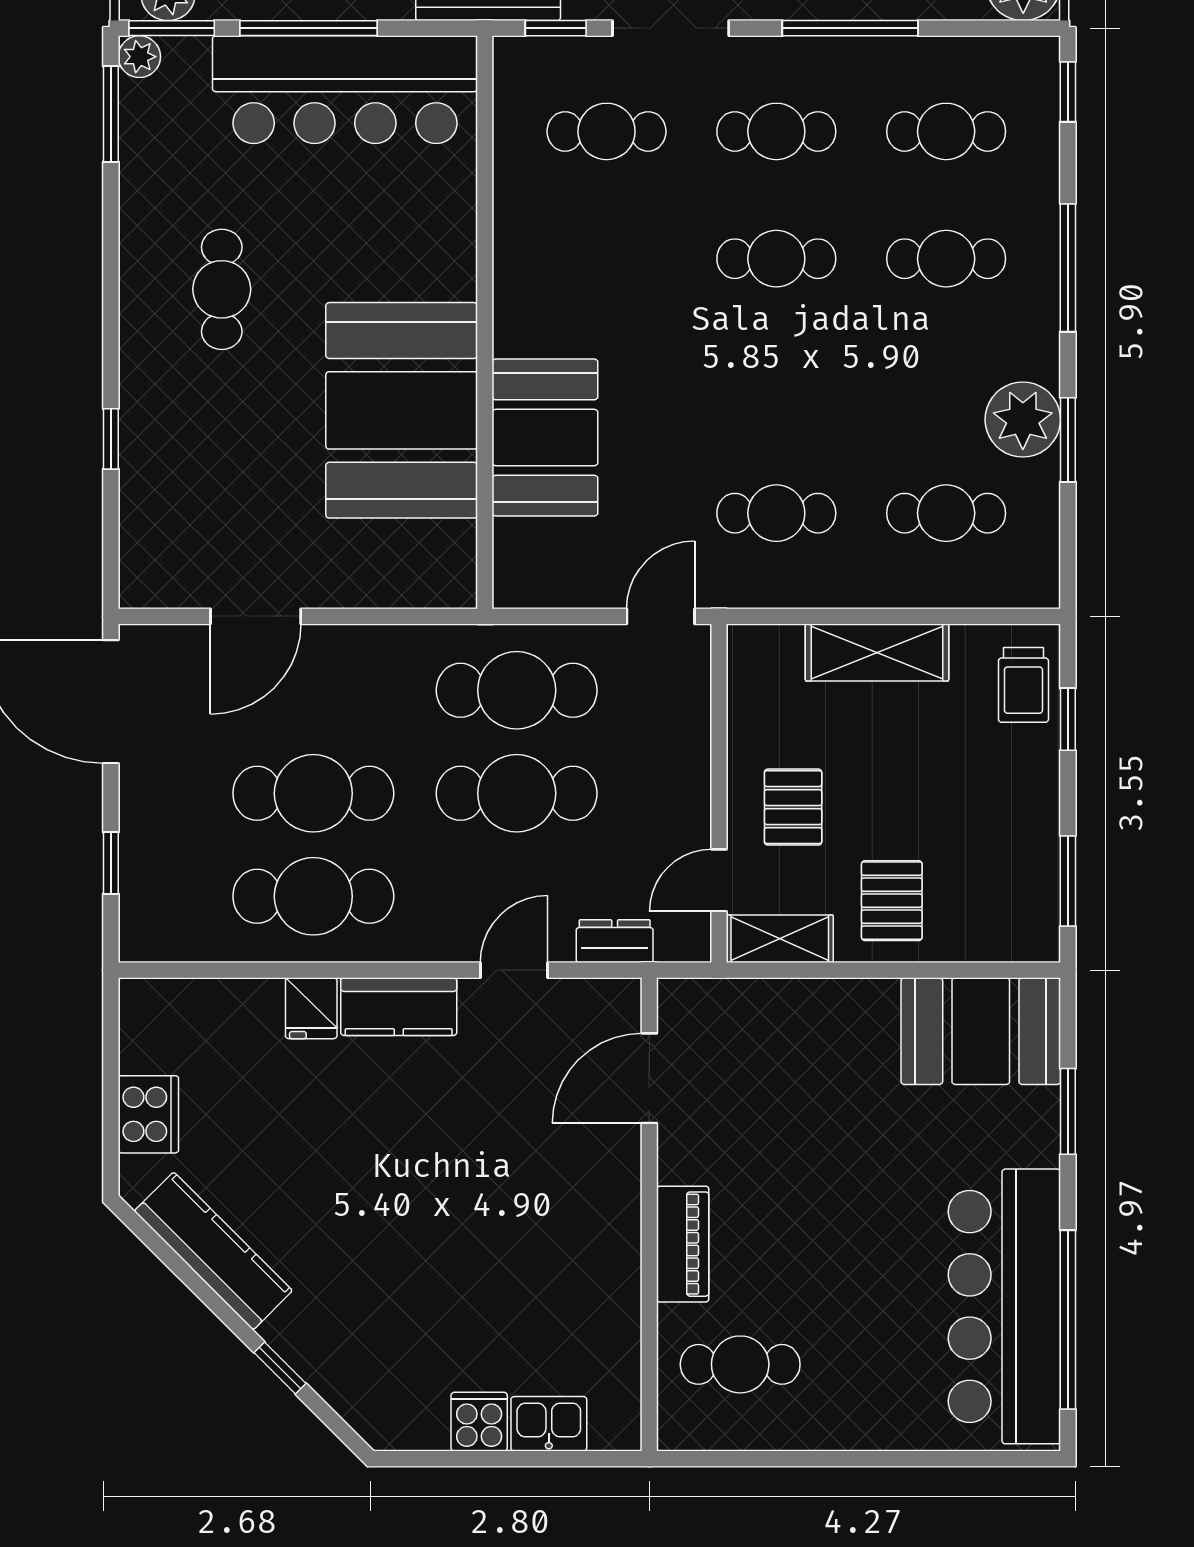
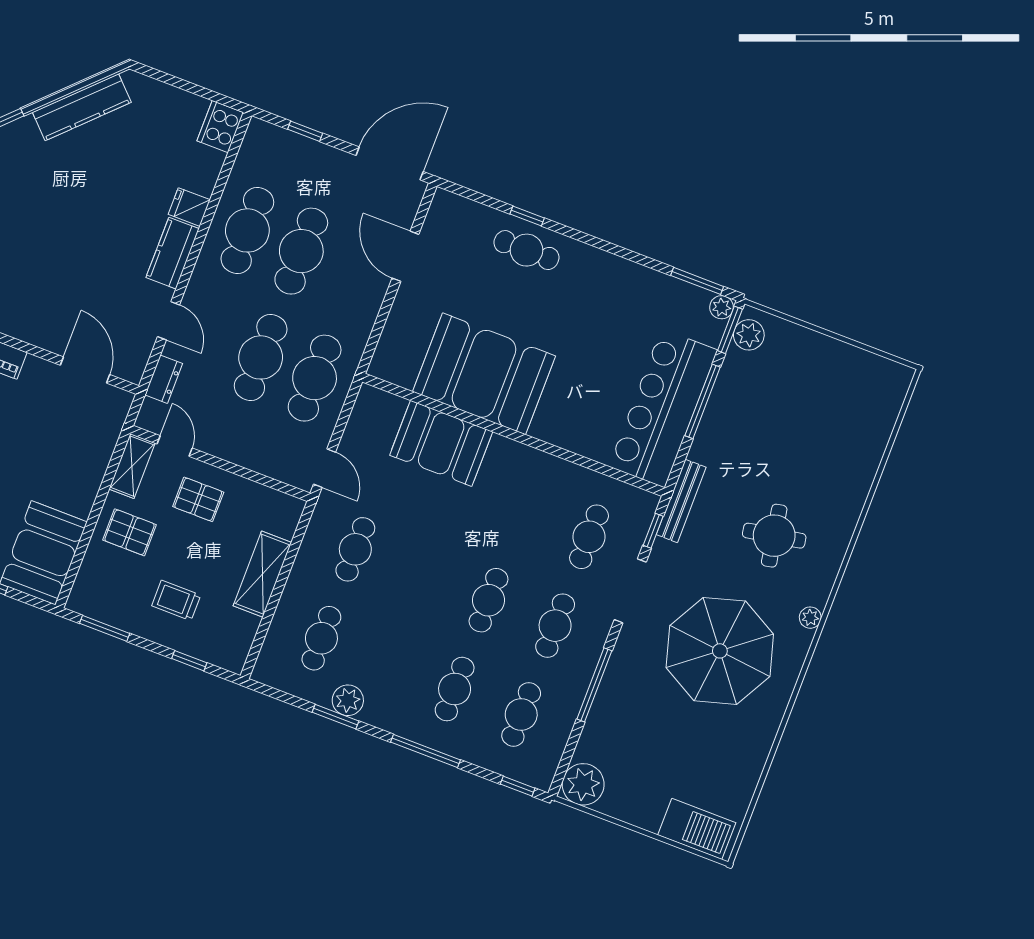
cafe table: (222, 289) -> (526, 250), moved
plant: (1023, 420) -> (348, 700), width x0.73, depth x0.73
trolley: (1023, 685) -> (176, 600), moved
cooker: (148, 1114) -> (220, 127), moved, turned 90

